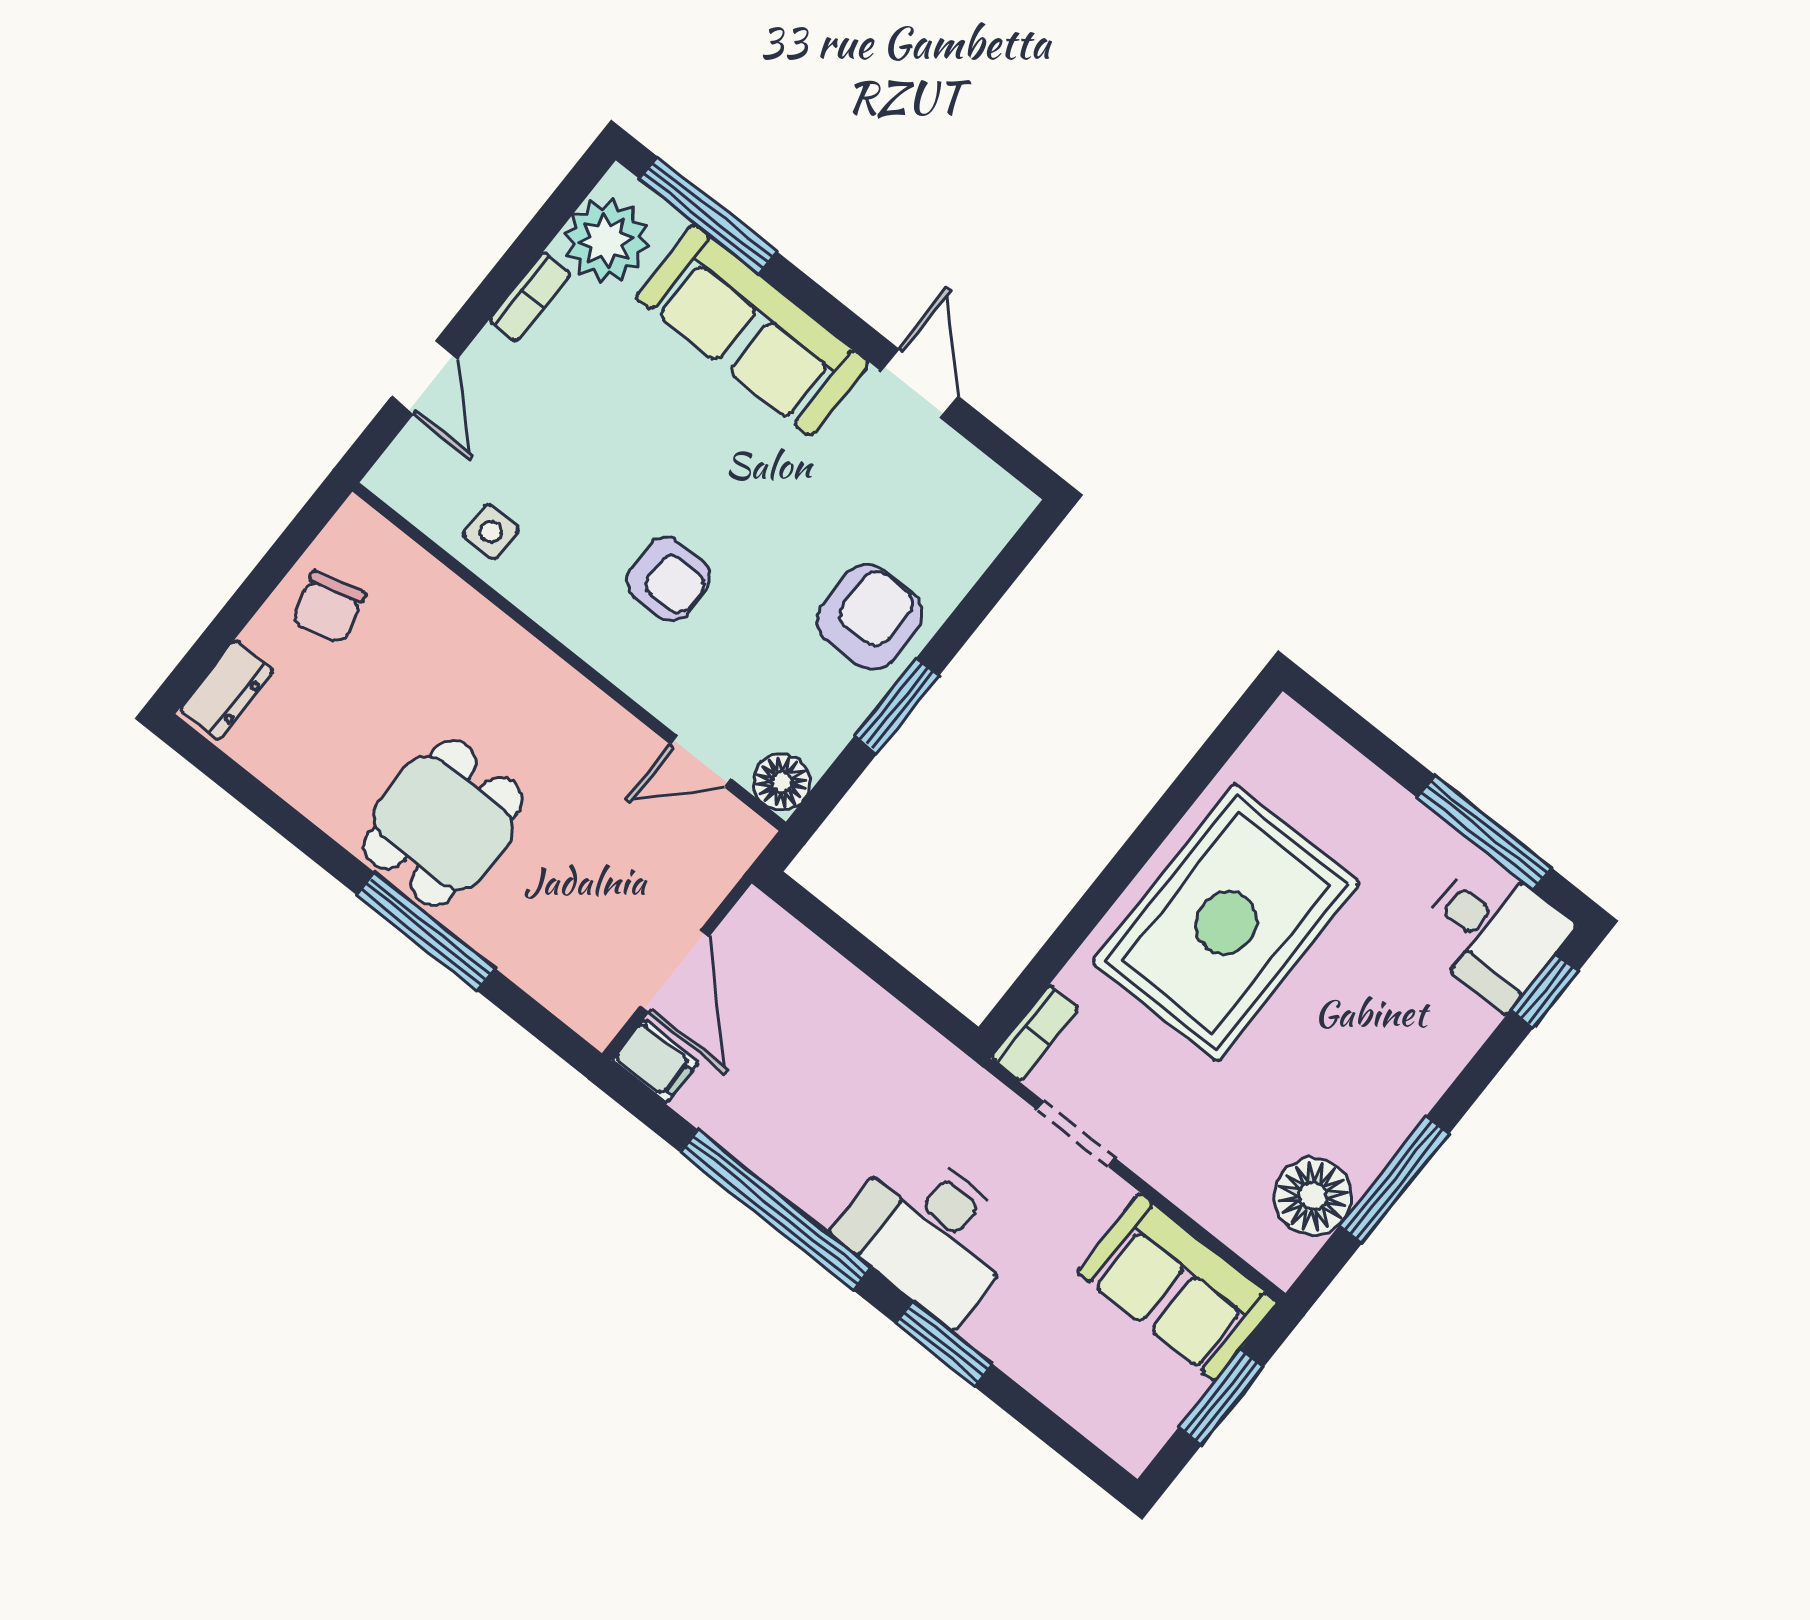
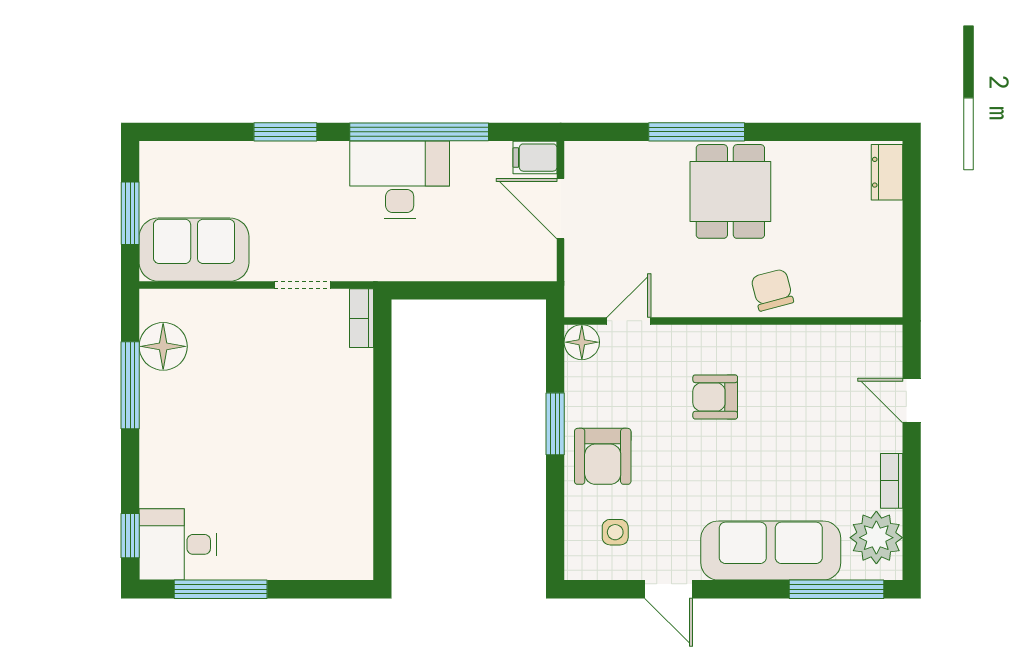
side table: (491, 532) -> (615, 532), moved
chair: (329, 607) -> (772, 290), moved
rug: (1226, 923) -> (311, 446), removed
desk: (929, 1233) -> (400, 180), moved

